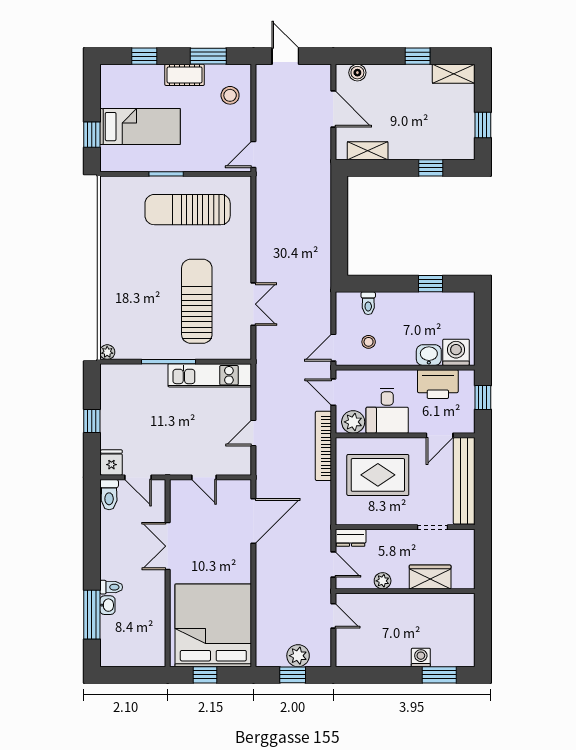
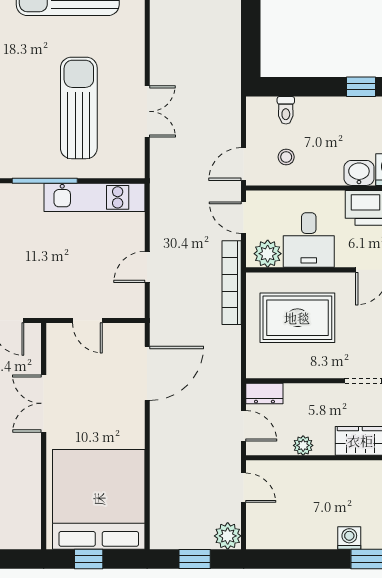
plant: (298, 656) -> (228, 536), moved

